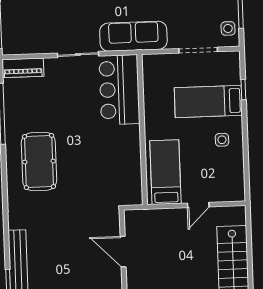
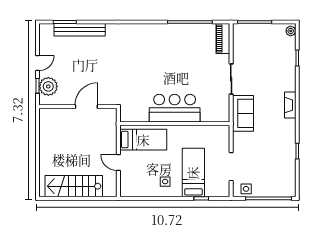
sofa: (133, 36) -> (243, 113), width x0.73
bar counter: (119, 90) -> (175, 108), moved
pool table: (39, 162) -> (154, 48), removed

